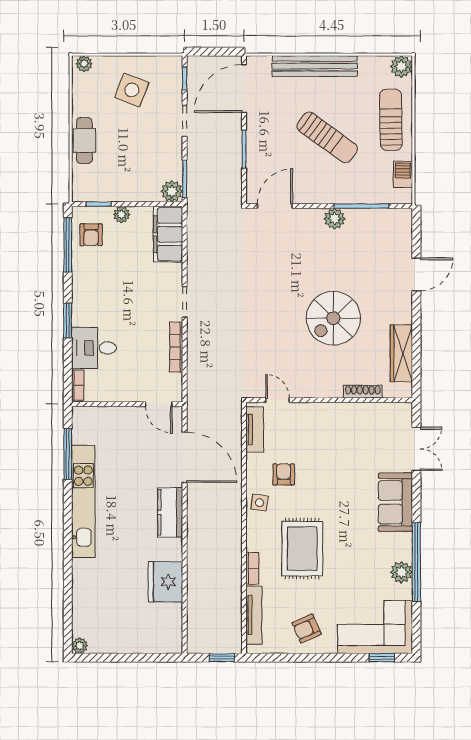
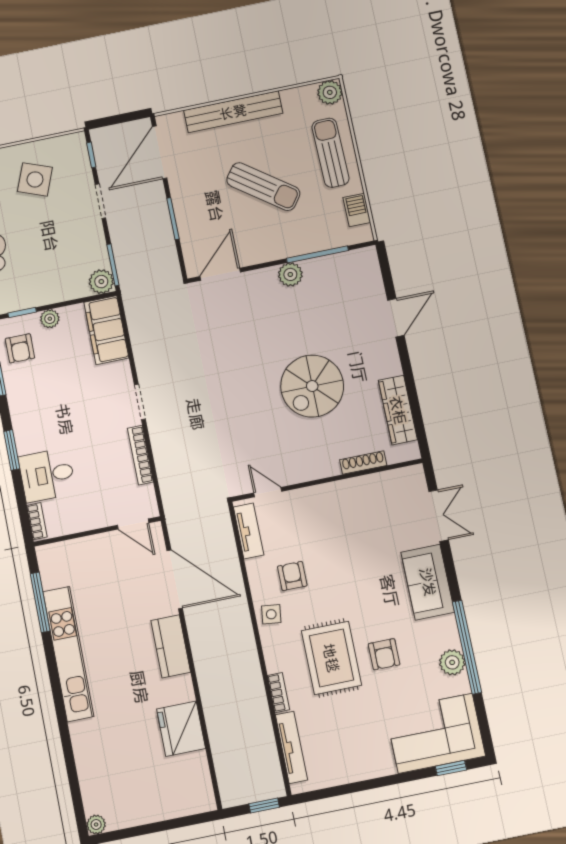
armchair: (307, 629) -> (384, 654), moved, turned -66

